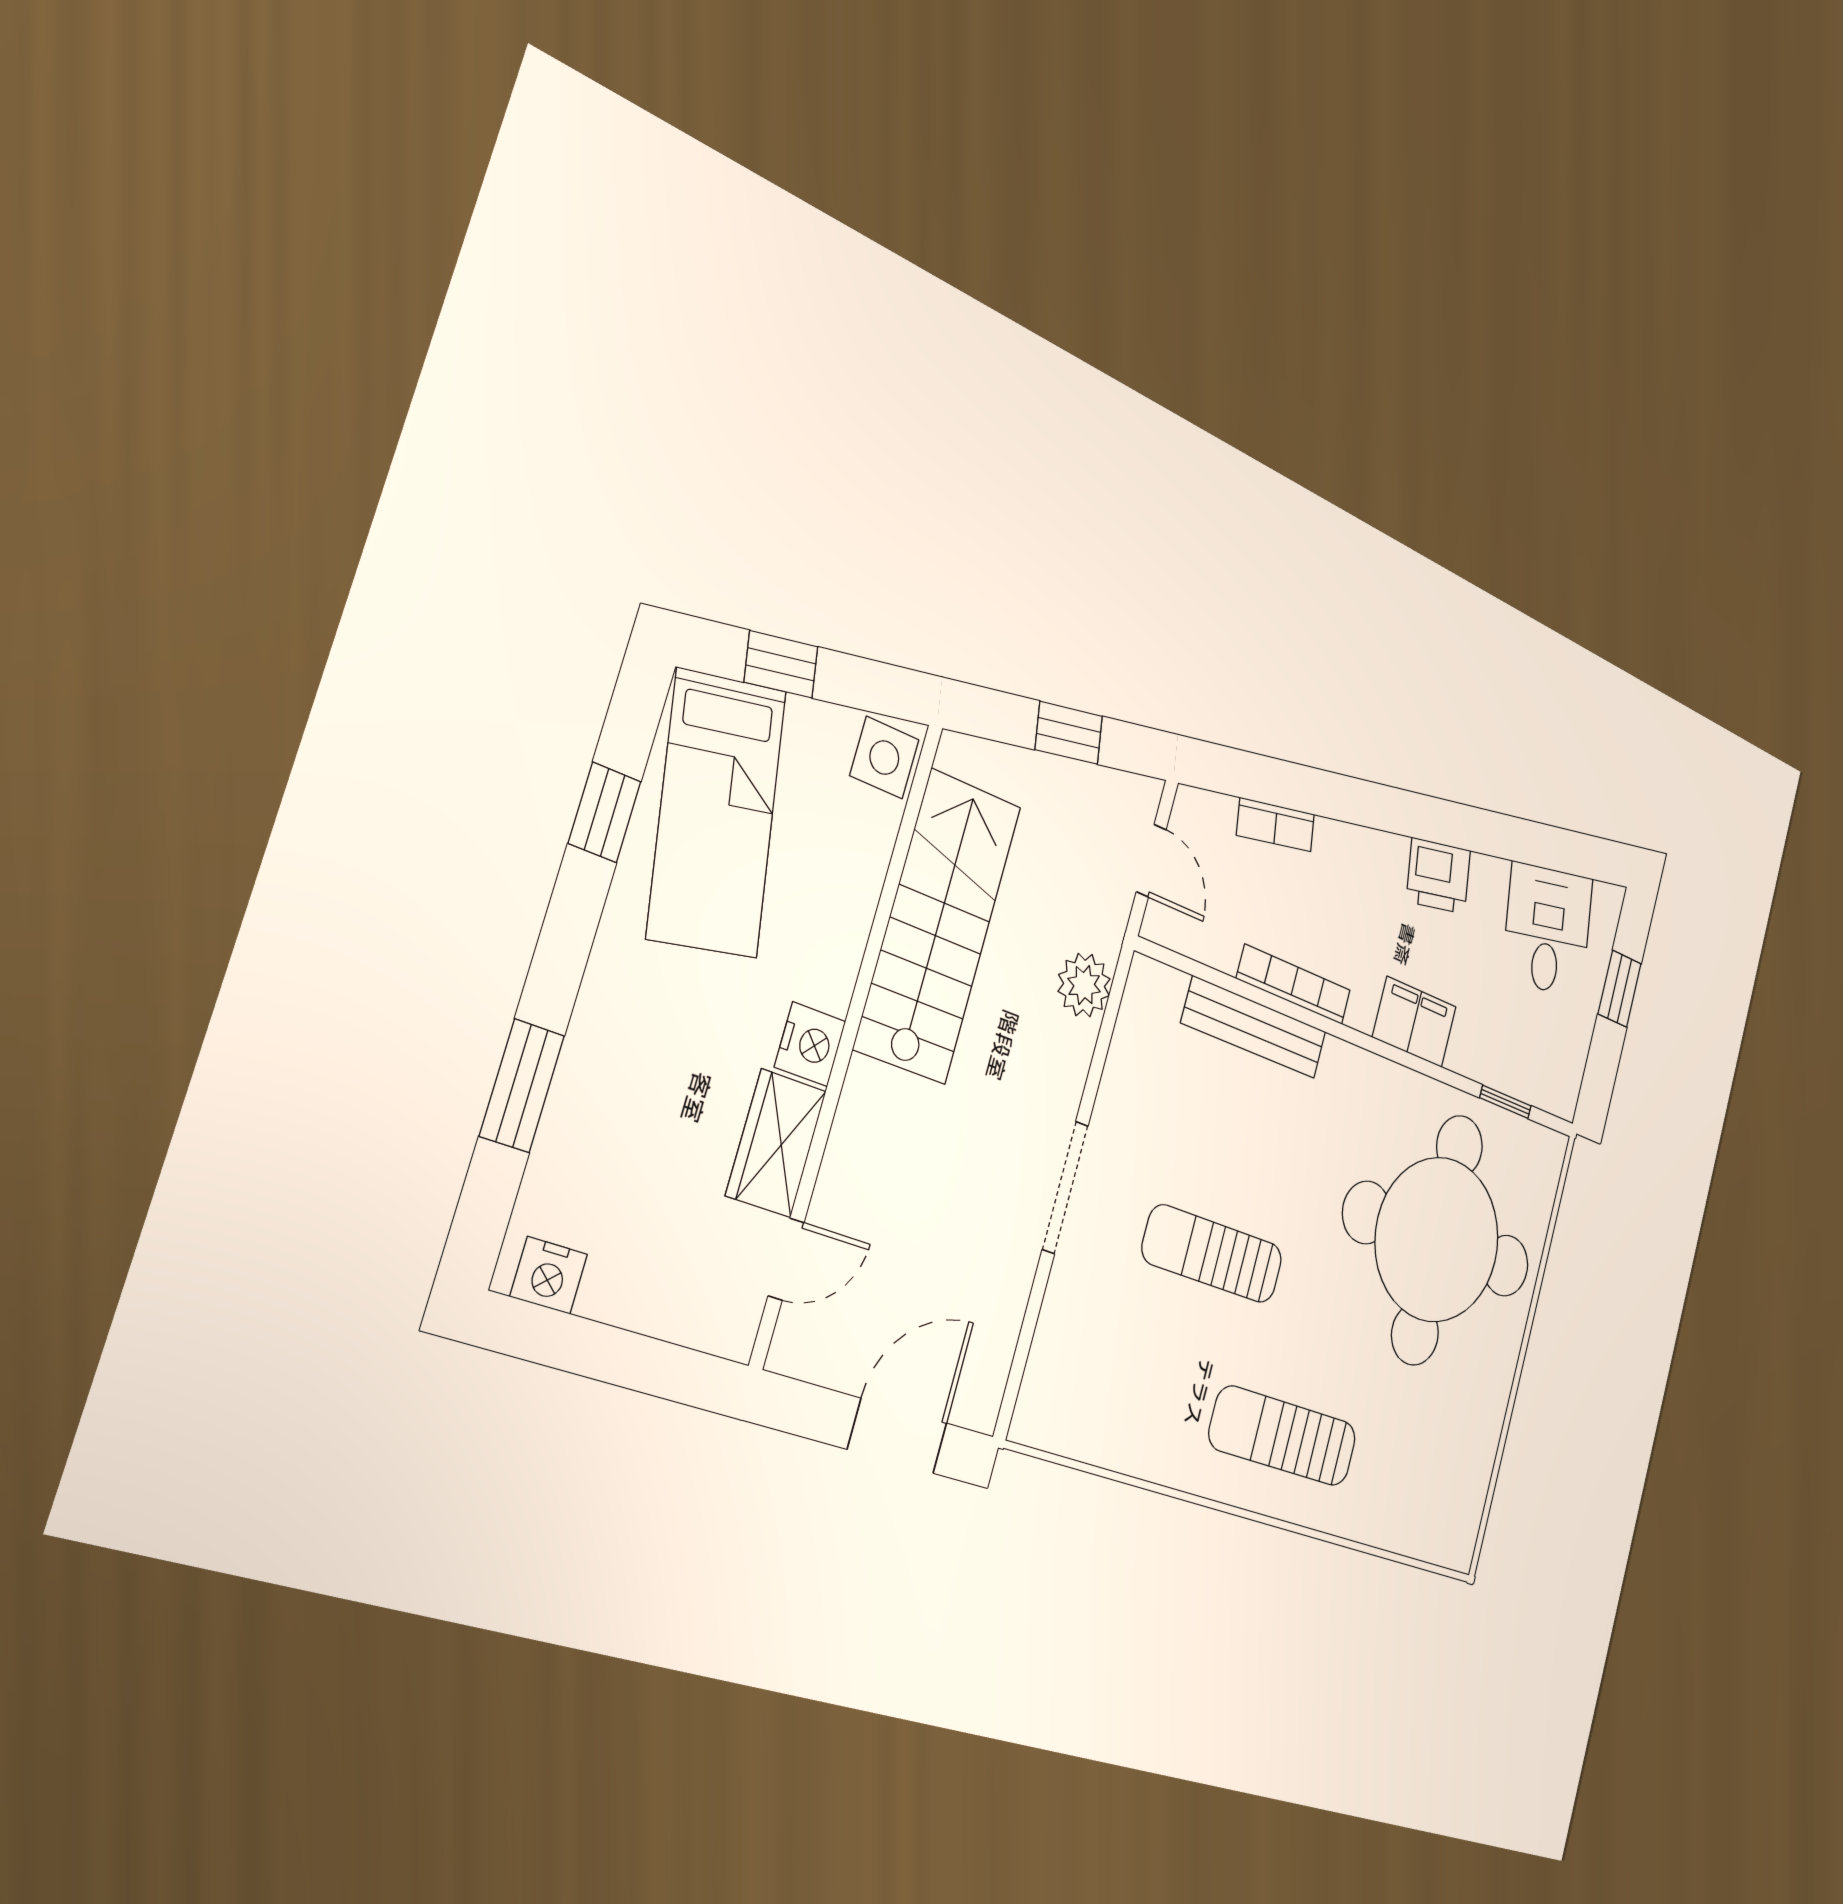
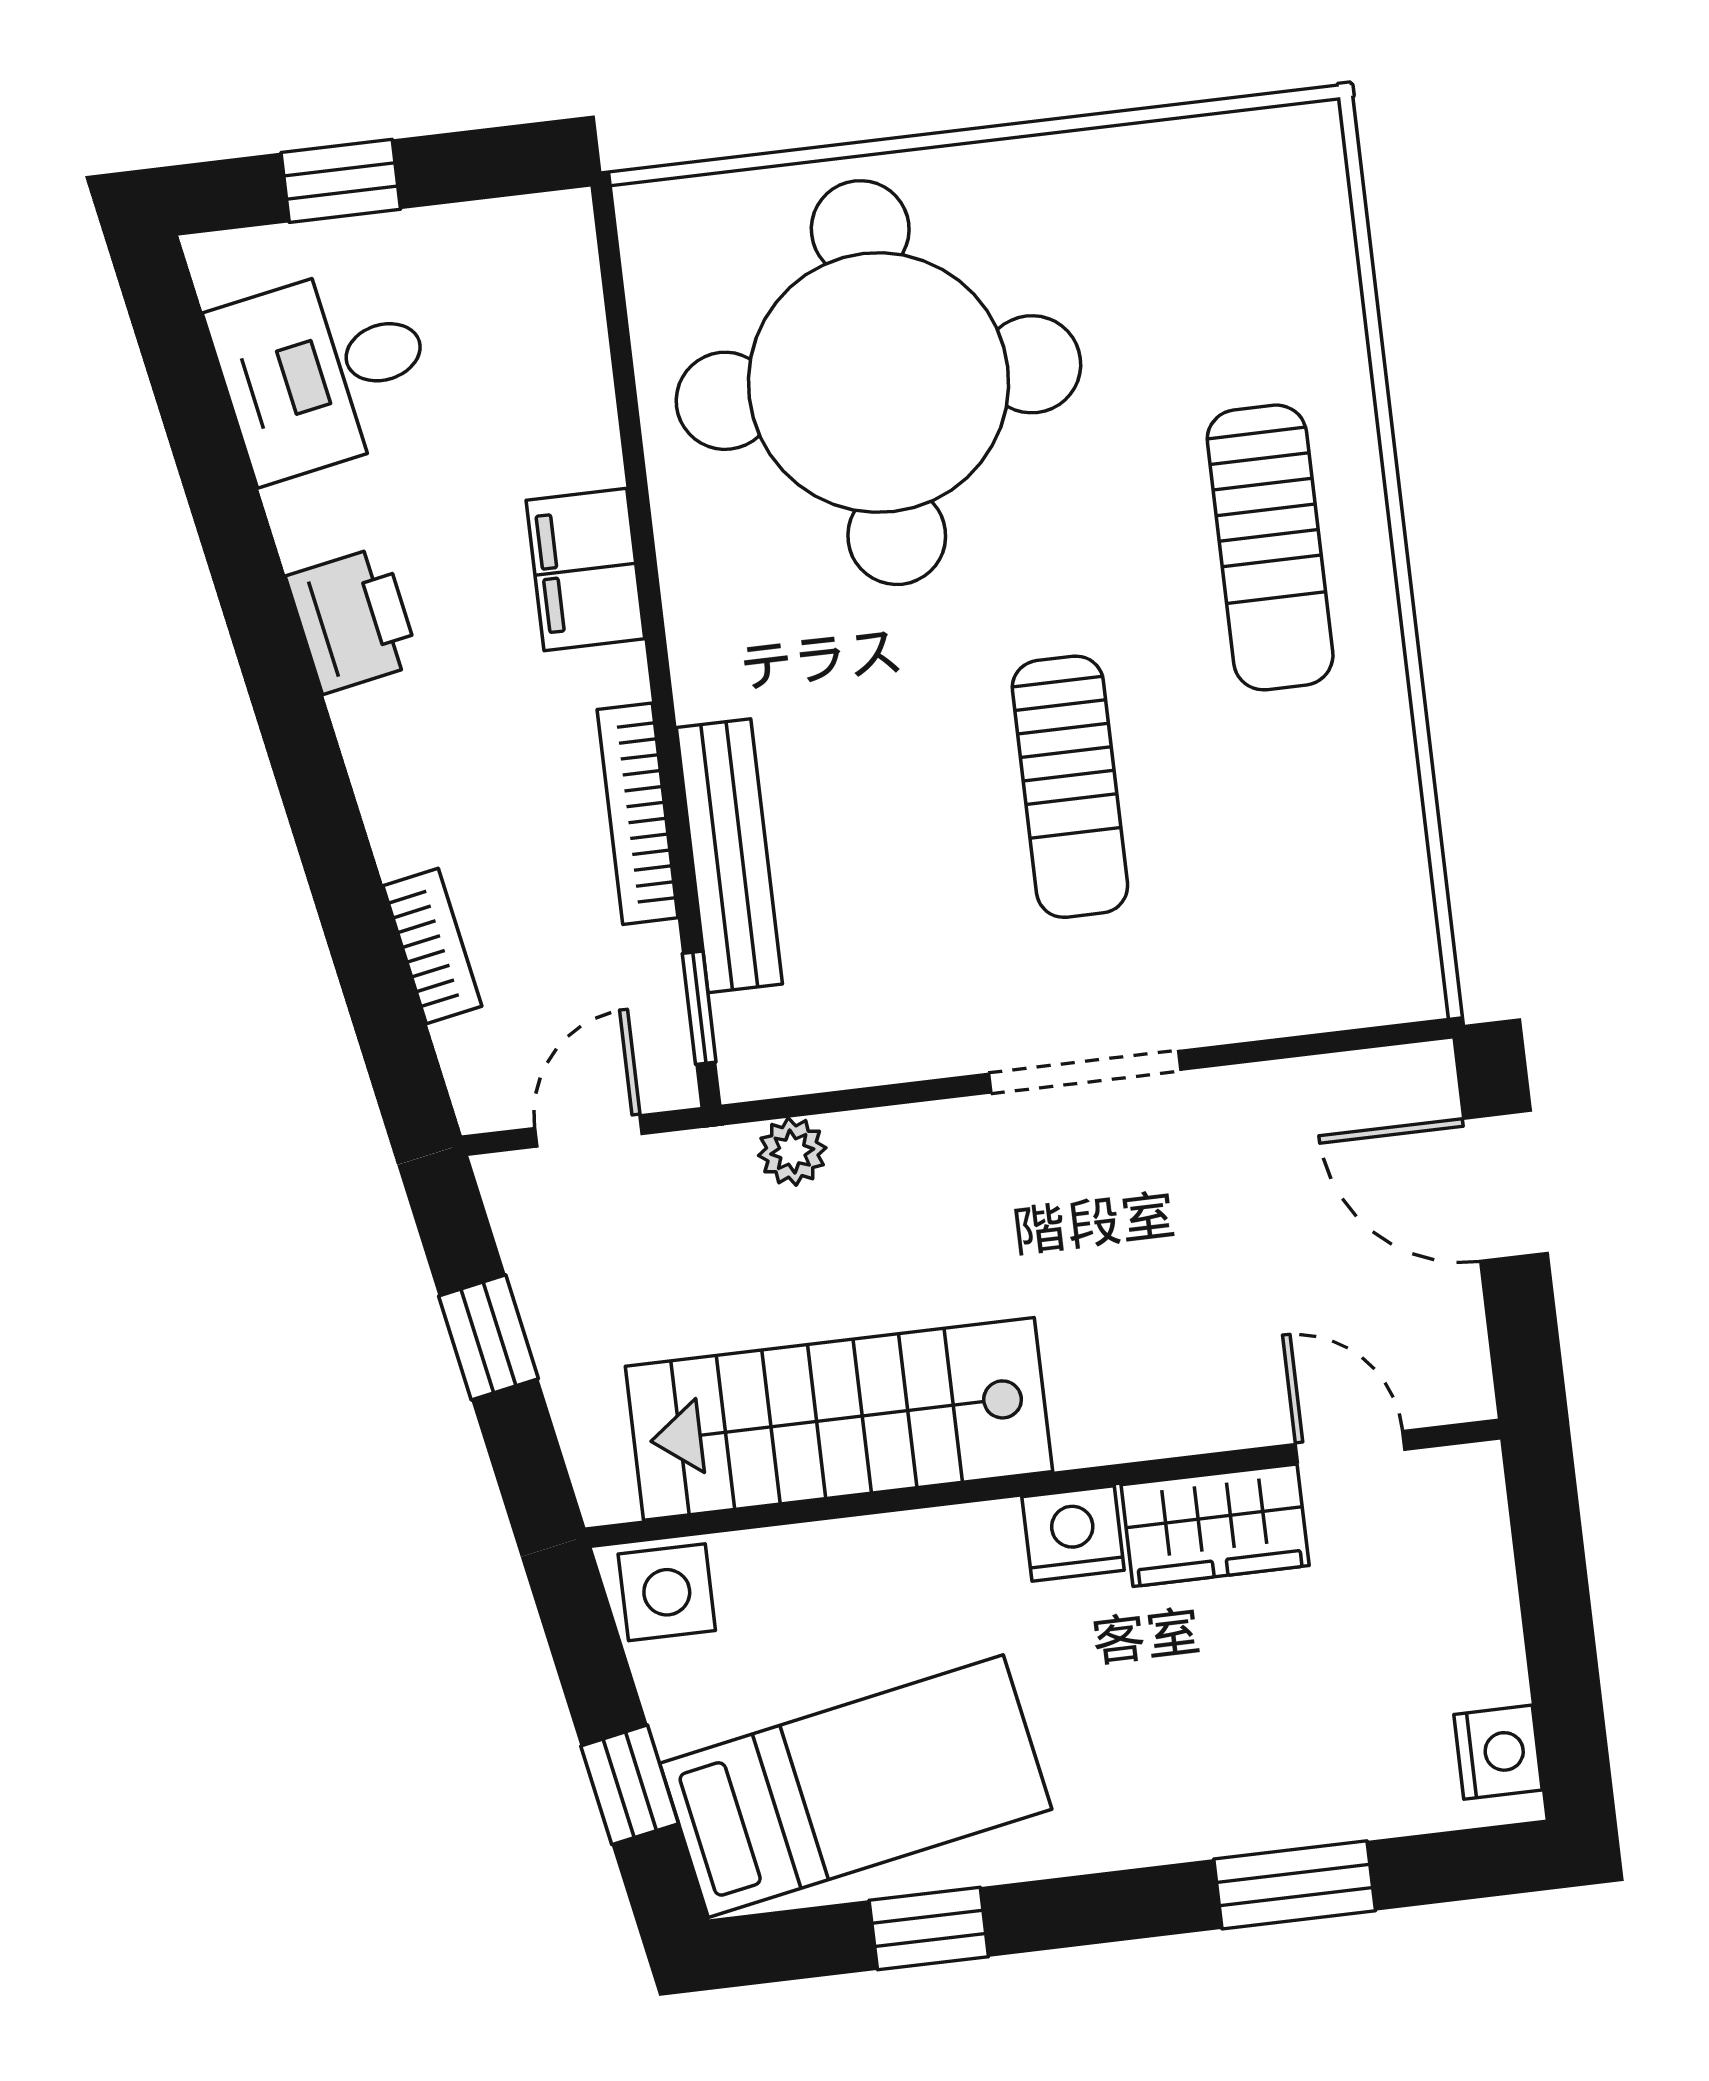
plant: (1084, 985) -> (792, 1152), width x0.73, depth x0.73
window: (1505, 1102) -> (699, 1008), moved

